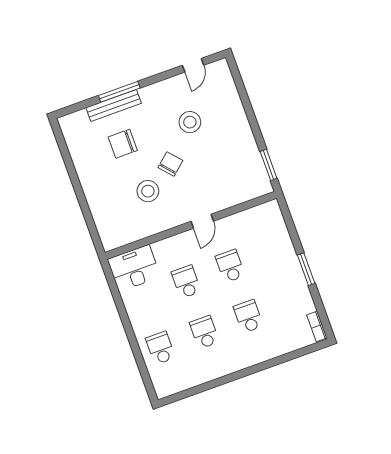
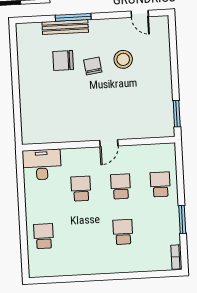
door: (193, 65) -> (140, 14), hinge flipped
chair: (170, 164) -> (93, 66), moved, turned -57
stool: (148, 191) -> (72, 105), removed
window: (306, 269) -> (182, 220), moved
school desk: (204, 332) -> (160, 184), moved

